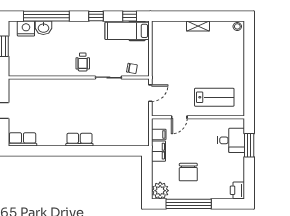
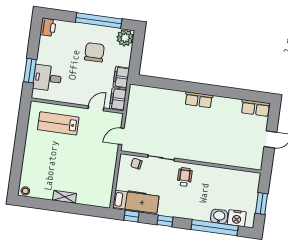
filing cabinet: (159, 134) -> (118, 99), width x2.00

